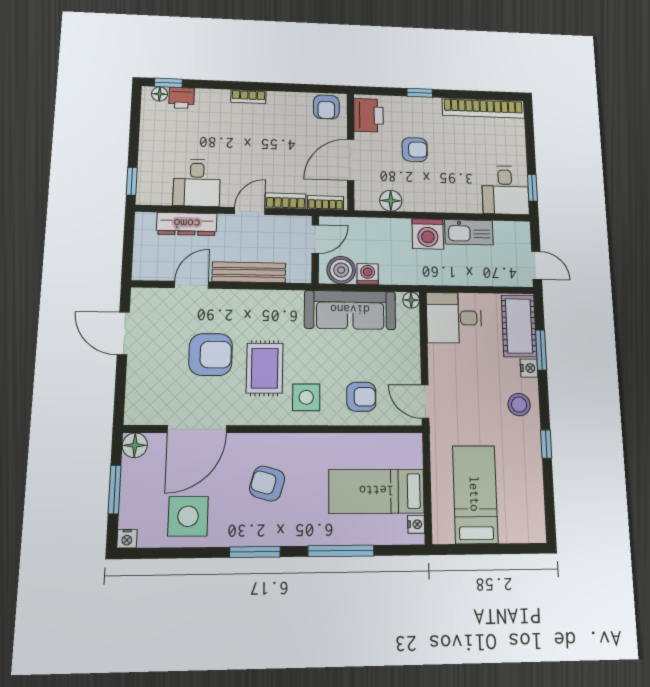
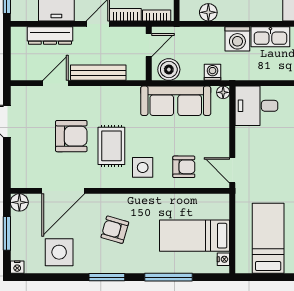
washing machine: (368, 274) -> (212, 72), moved

